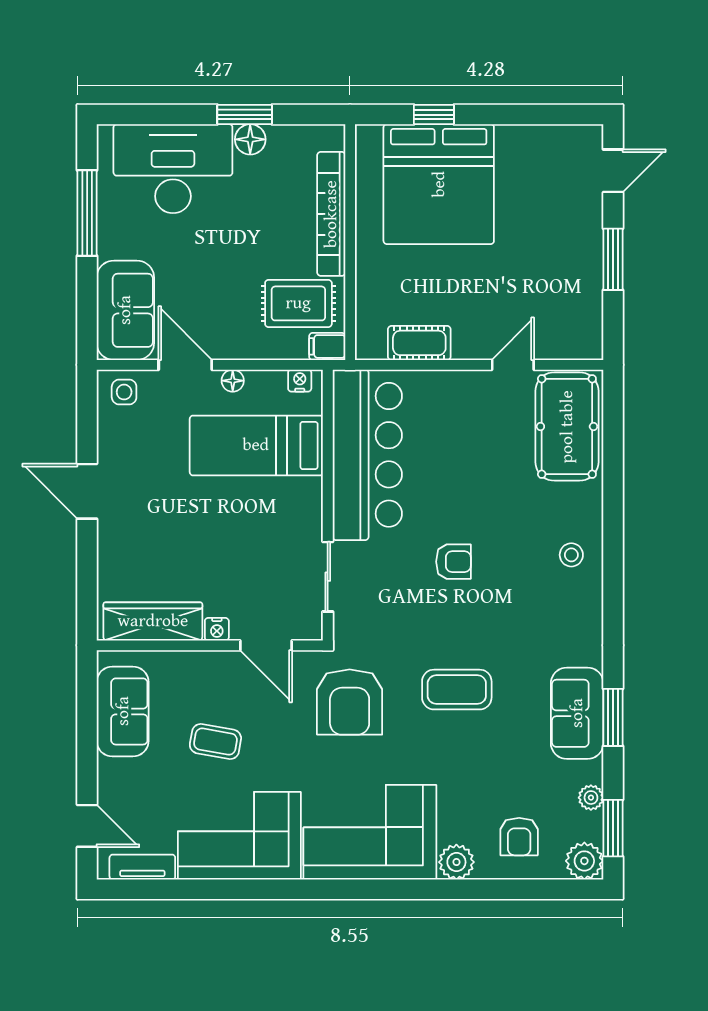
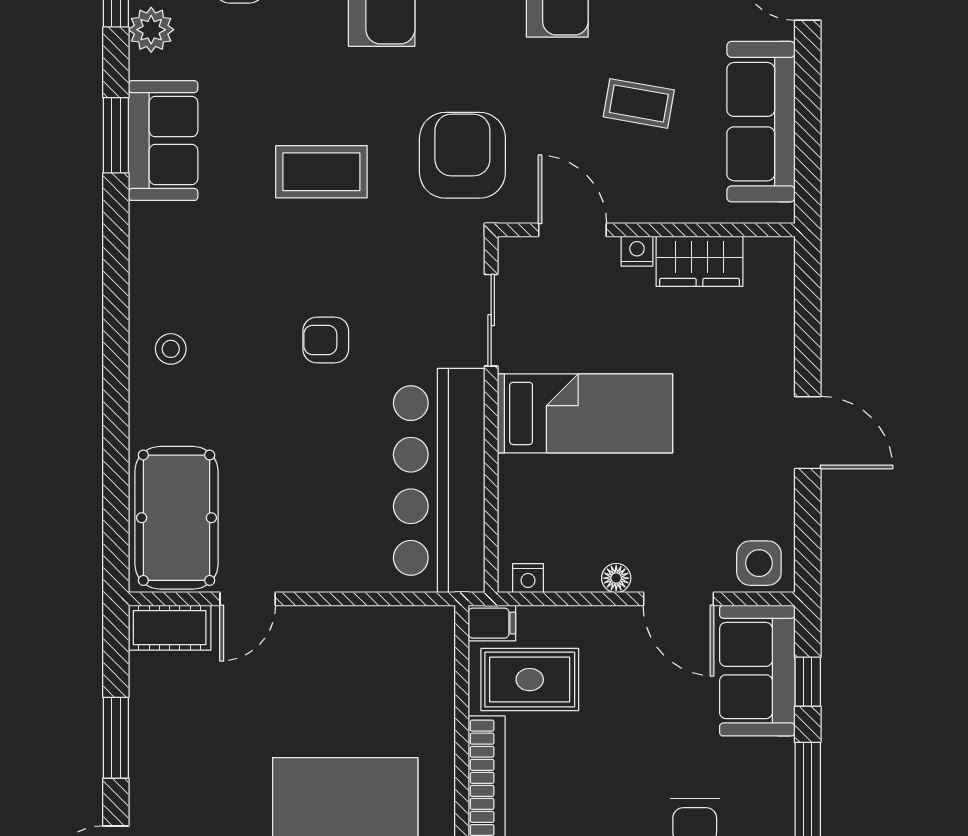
window: (87, 302) -> (808, 682), added
cot: (419, 343) -> (170, 628), moved
side table: (124, 392) -> (759, 563), width x1.37, depth x1.37
bed: (256, 445) -> (585, 413), moved
wardrobe: (153, 621) -> (699, 261), width x0.67
sofa: (123, 711) -> (761, 122), width x1.36
plant: (591, 798) -> (151, 30), width x1.38, depth x1.38

